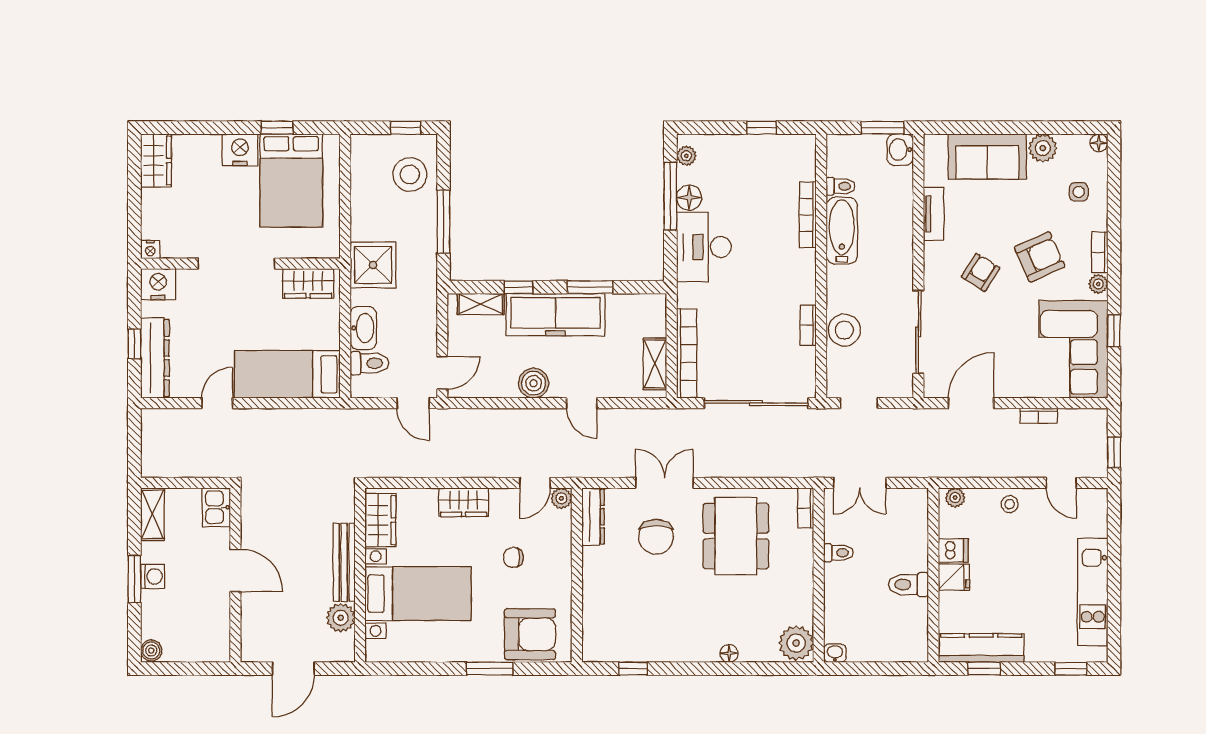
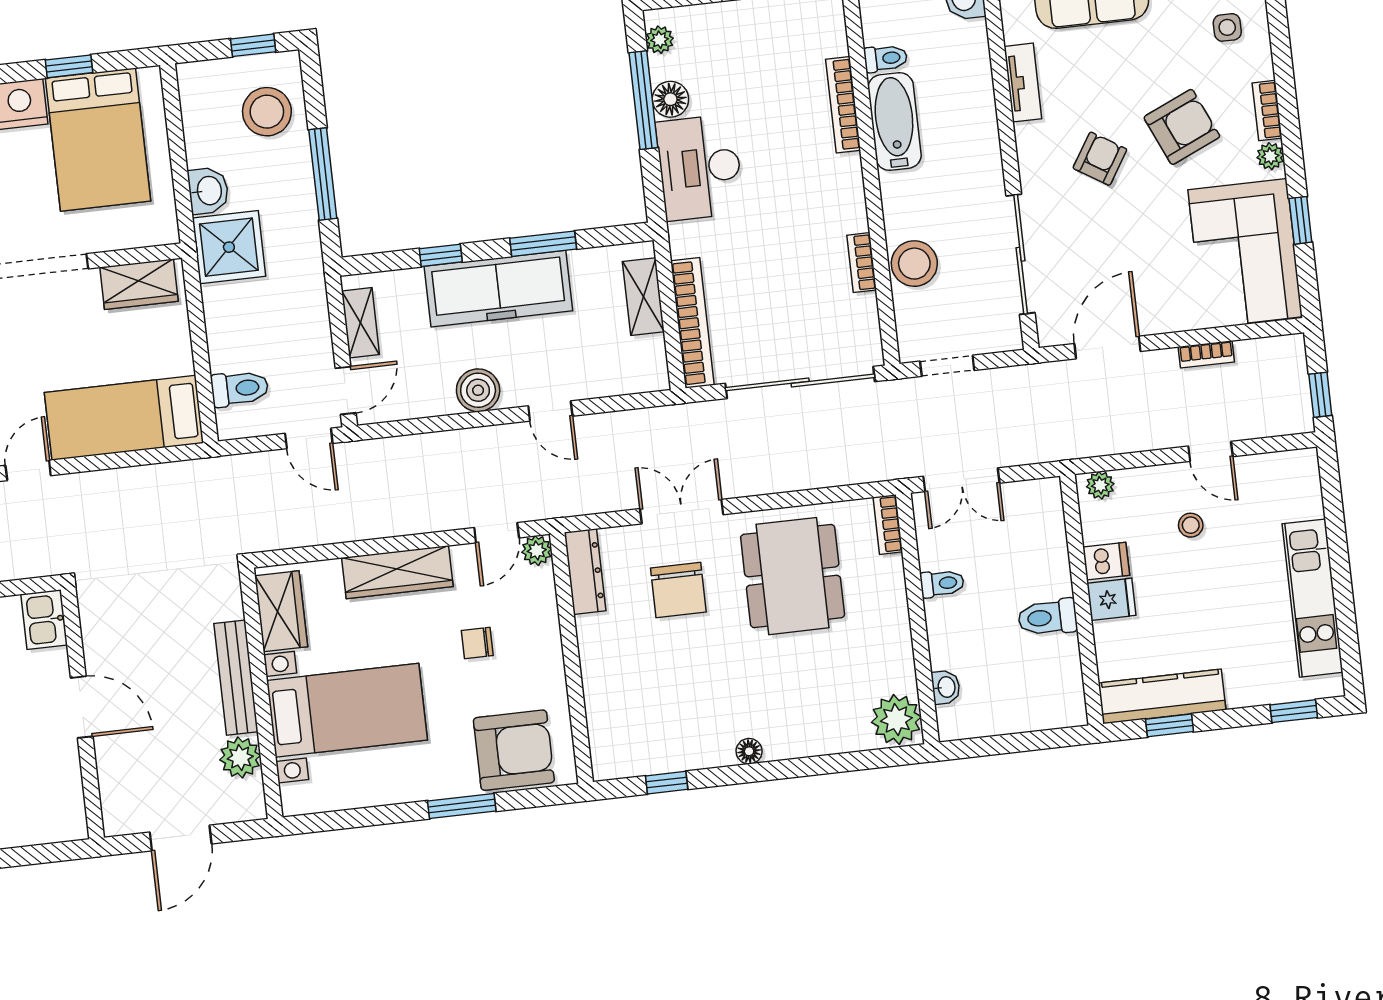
shelving: (481, 304) -> (360, 323), moved, turned 90
washbasin: (363, 328) -> (208, 191), moved, width x0.72
shelving: (655, 364) -> (643, 297), moved
door: (1061, 483) -> (1211, 451), moved
wardrobe: (464, 502) -> (397, 572), width x1.50
stool: (1010, 504) -> (1191, 525), moved
floor lamp: (729, 653) -> (749, 751), moved
washbasin: (835, 653) -> (946, 687), moved, turned 90

